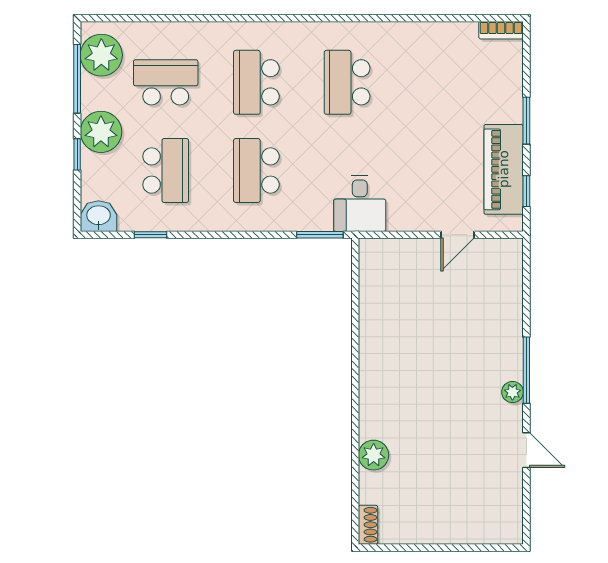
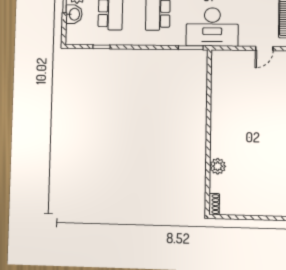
desk: (360, 203) -> (212, 27), width x1.87, depth x1.30
washbasin: (99, 216) -> (74, 14), moved, turned 90

